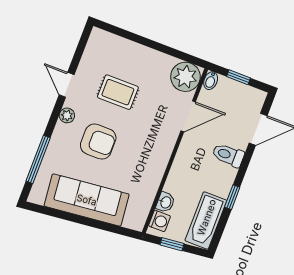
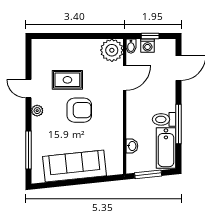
armchair: (98, 142) -> (79, 110), moved
toilet: (228, 155) -> (164, 119), moved
window: (232, 197) -> (178, 124), width x2.17
washing machine: (160, 221) -> (148, 46), moved, turned 90
window: (172, 244) -> (148, 174), width x1.50

